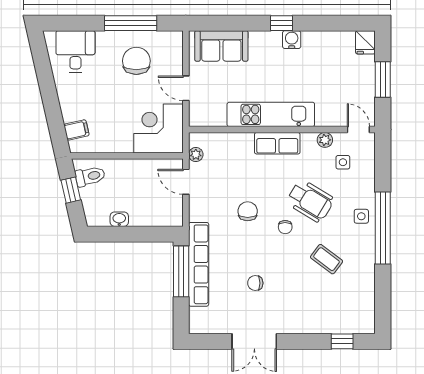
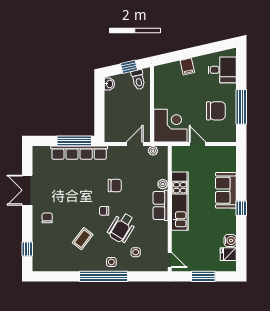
water cooler: (292, 40) -> (230, 241), moved
fridge: (365, 42) -> (228, 254), moved
sofa: (221, 46) -> (226, 190), moved
door: (186, 88) -> (197, 144), hinge flipped
filing cabinet: (76, 130) -> (187, 66), moved
door: (358, 130) -> (170, 260), hinge flipped
plant: (325, 140) -> (163, 184), moved
side table: (343, 162) -> (136, 252), moved
washbasin: (119, 219) -> (109, 84), moved
chair: (255, 283) -> (47, 218), moved

